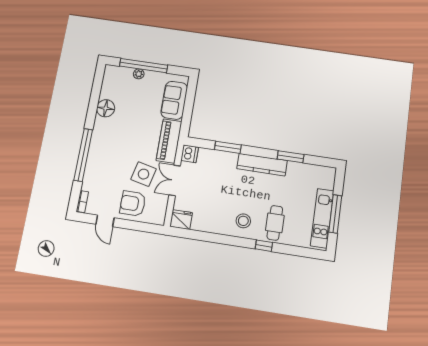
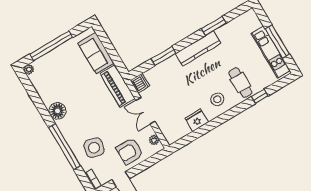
plant: (139, 74) -> (29, 69), moved
floor lamp: (106, 108) -> (58, 111), moved
side table: (144, 174) -> (94, 148), moved
plant: (161, 211) -> (154, 140), added
fridge: (181, 220) -> (196, 120), moved
window: (264, 246) -> (260, 96), moved

